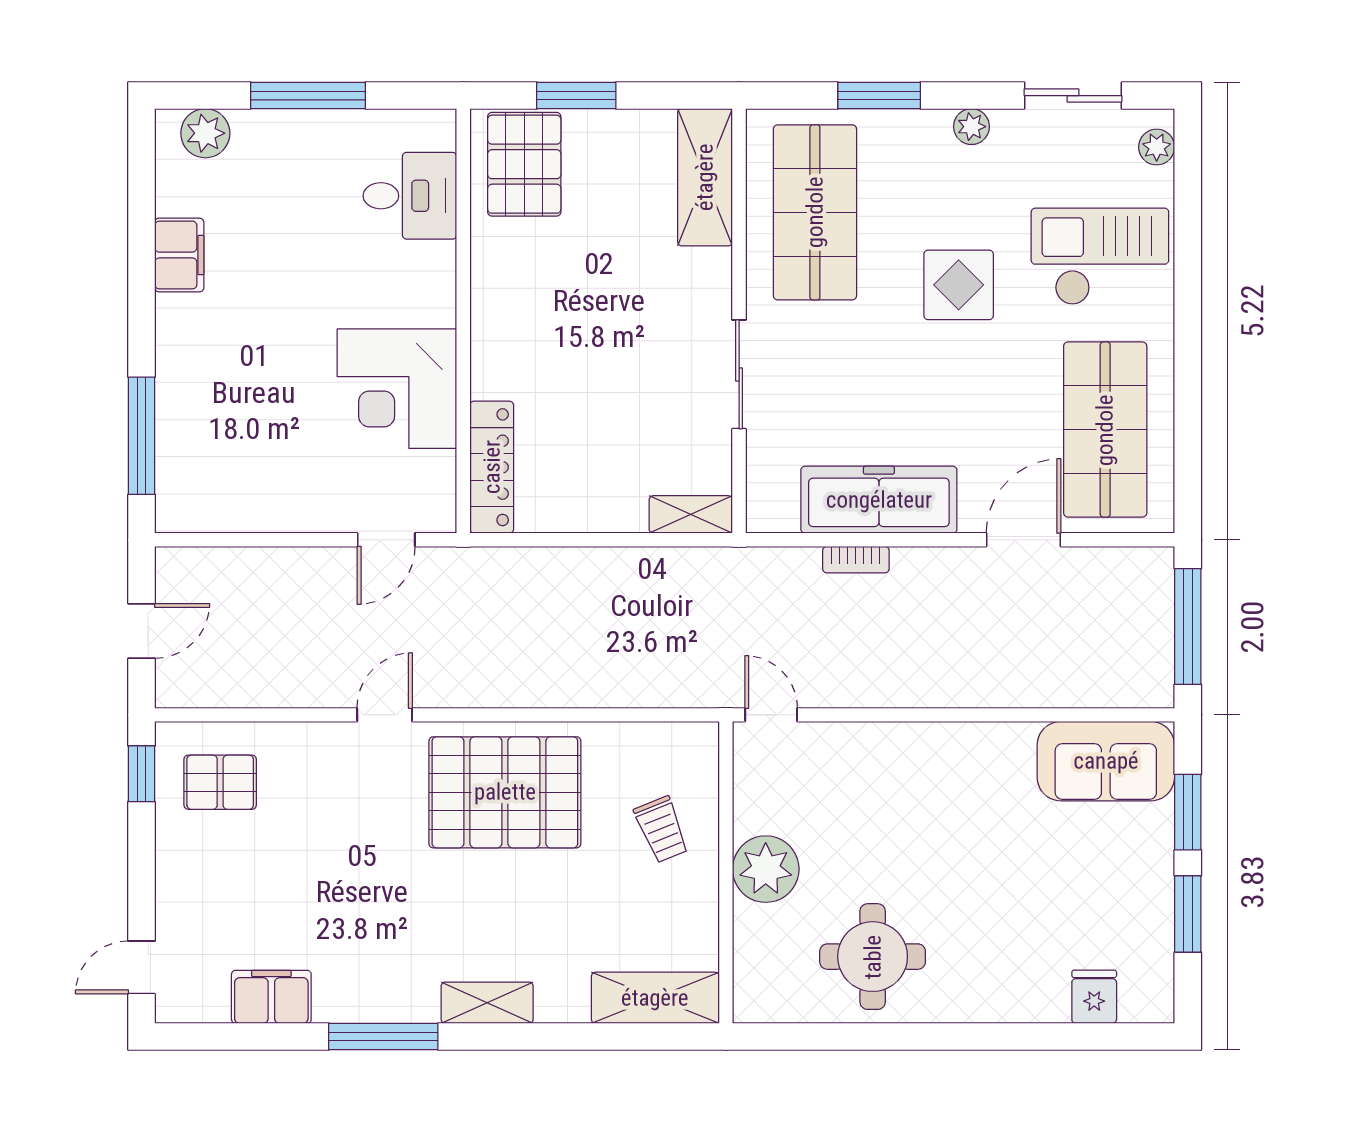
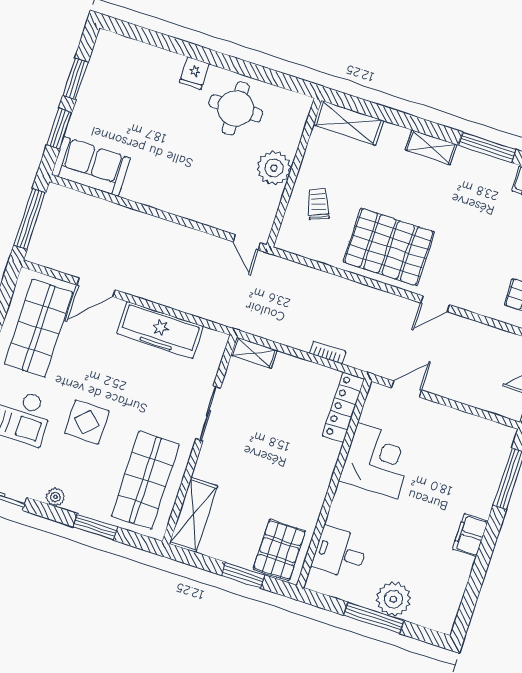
plant: (205, 133) -> (393, 599), moved, width x1.36, depth x1.36
filing cabinet: (179, 255) -> (470, 535), moved
bookcase: (856, 560) -> (328, 352), moved
fridge: (1094, 997) -> (194, 73), moved

